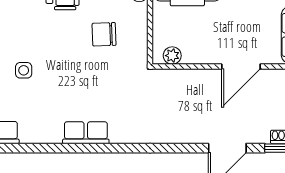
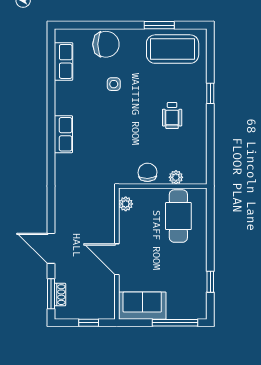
chair: (104, 34) -> (148, 172), moved

